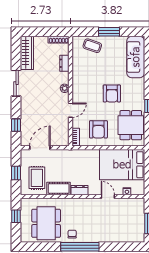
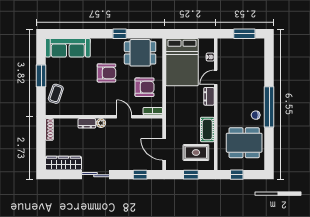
dresser: (64, 63) -> (87, 123), moved
dresser: (80, 190) -> (209, 96), moved

